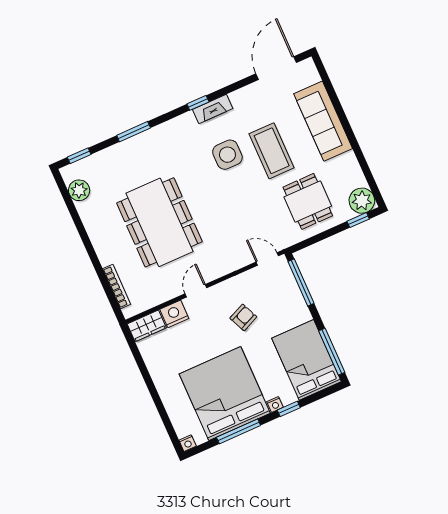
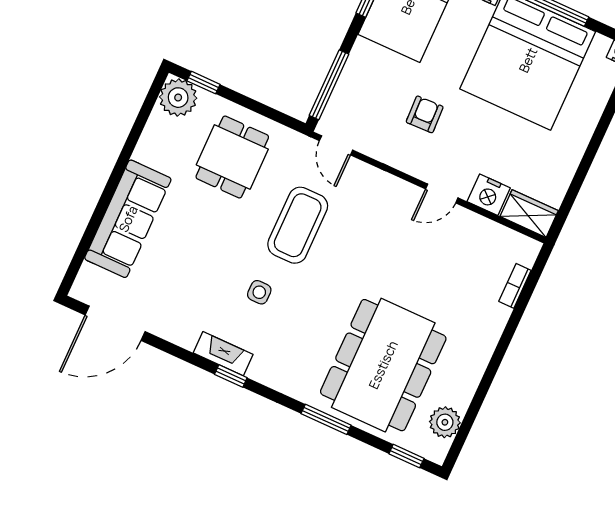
coffee table: (272, 151) -> (298, 225), moved
side table: (227, 155) -> (259, 292), width x0.54, depth x0.54
dining table: (159, 222) -> (383, 365), moved
bookcase: (117, 286) -> (515, 286), width x0.64
armchair: (243, 317) -> (425, 114), turned 112

